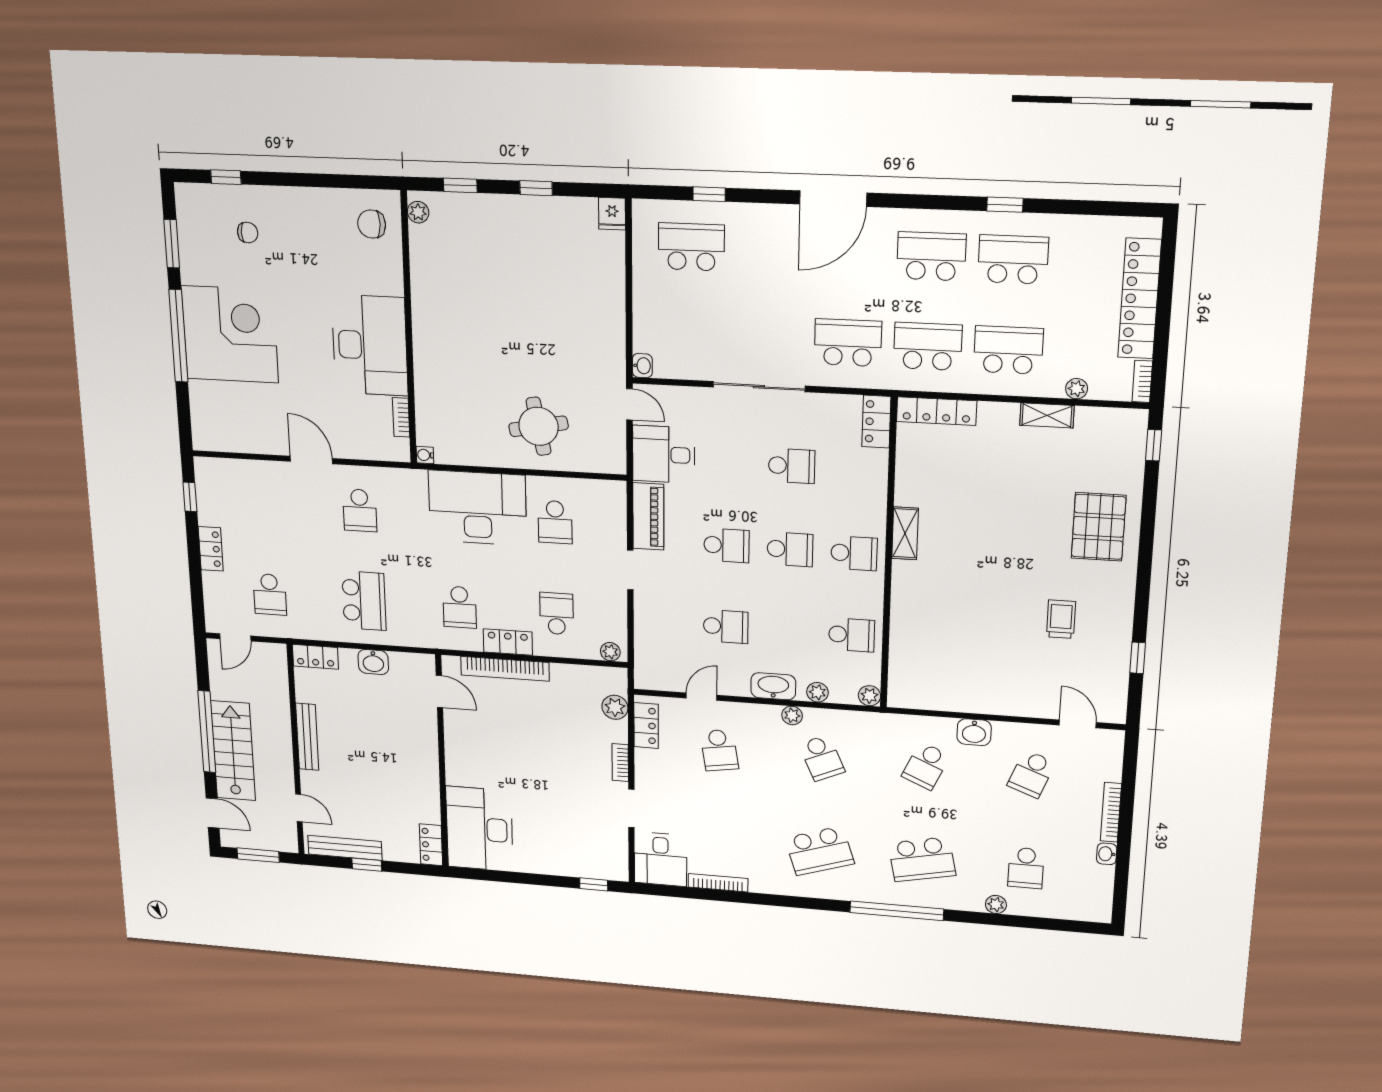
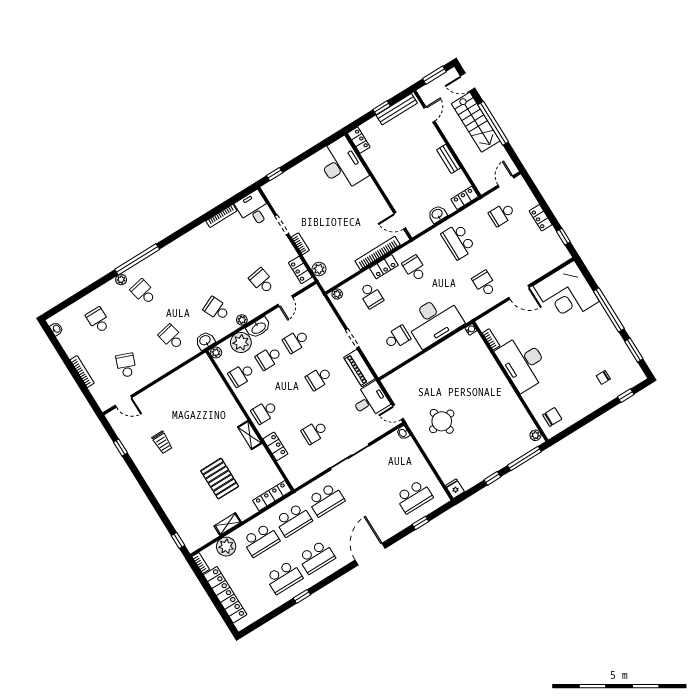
window: (460, 185) -> (524, 459), width x2.17
corner desk: (230, 334) -> (566, 293), moved
plant: (1077, 389) -> (226, 547), width x1.88, depth x1.88
locker: (876, 422) -> (275, 446), moved
round table: (539, 426) -> (442, 421), moved
school desk: (555, 522) -> (397, 338), turned 90
pallet: (1099, 527) -> (220, 479), moved
school desk: (790, 549) -> (269, 358), moved
school desk: (270, 594) -> (502, 214), turned -90
plant: (818, 692) -> (241, 342), width x1.88, depth x1.88
washbasin: (974, 732) -> (205, 341), moved
bench: (307, 737) -> (449, 159), width x0.73
school desk: (926, 766) -> (171, 337), turned -36
door: (299, 808) -> (429, 115), swing flipped
school desk: (819, 851) -> (189, 264), removed
washbasin: (1107, 854) -> (56, 329), moved
school desk: (922, 859) -> (143, 292), width x0.54
plant: (996, 904) -> (121, 280), moved

